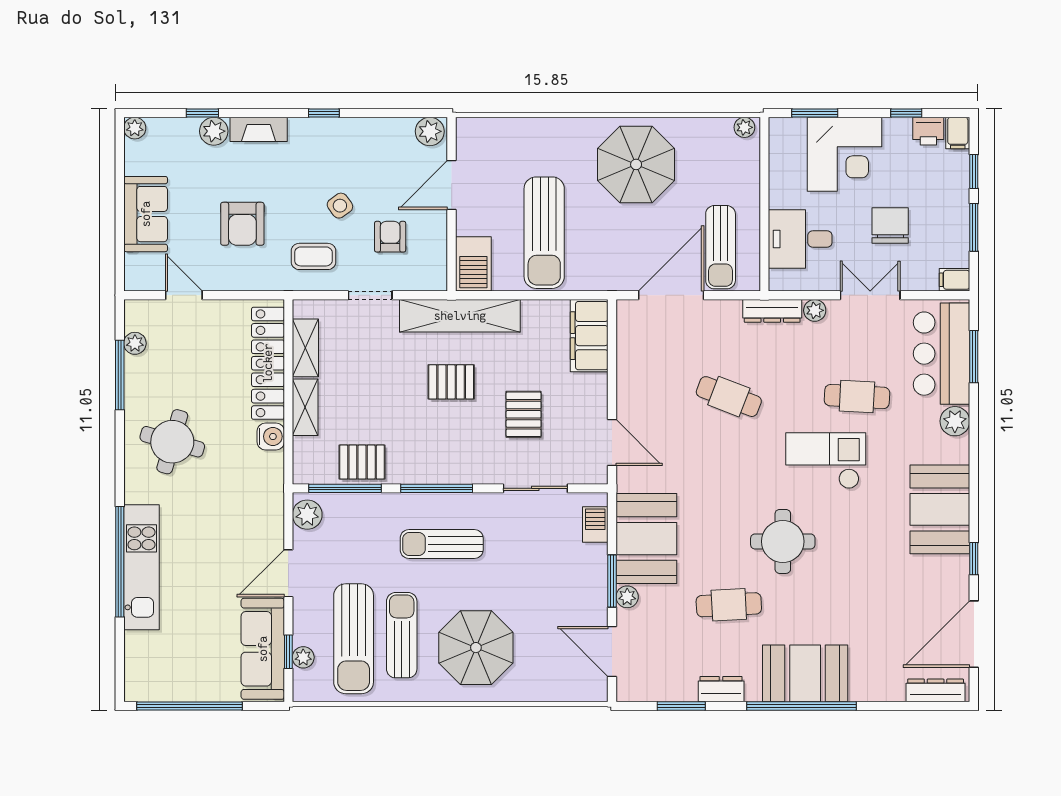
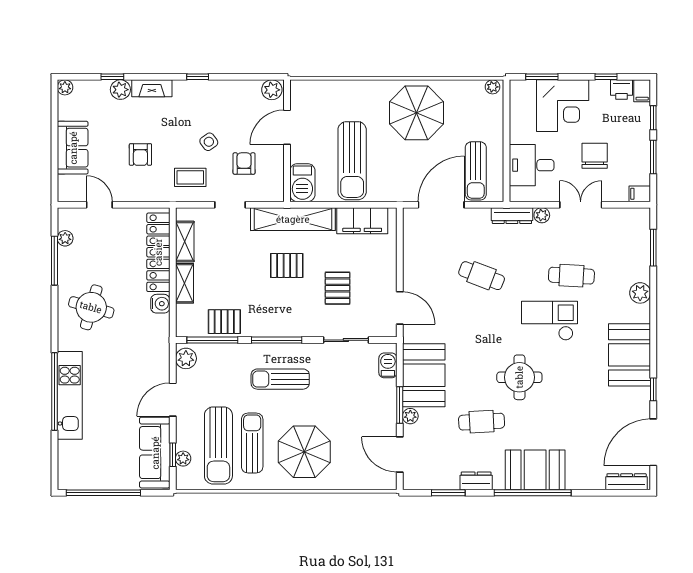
armchair: (242, 224) -> (140, 154), width x0.72, depth x0.72
filing cabinet: (589, 336) -> (362, 221), moved, turned -90
bar counter: (942, 354) -> (631, 246), removed

